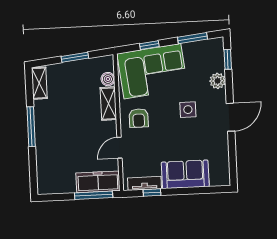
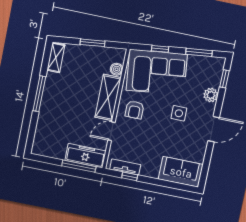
shelving: (108, 104) -> (108, 97), width x1.50, depth x1.33
sofa: (185, 174) -> (181, 172), moved

